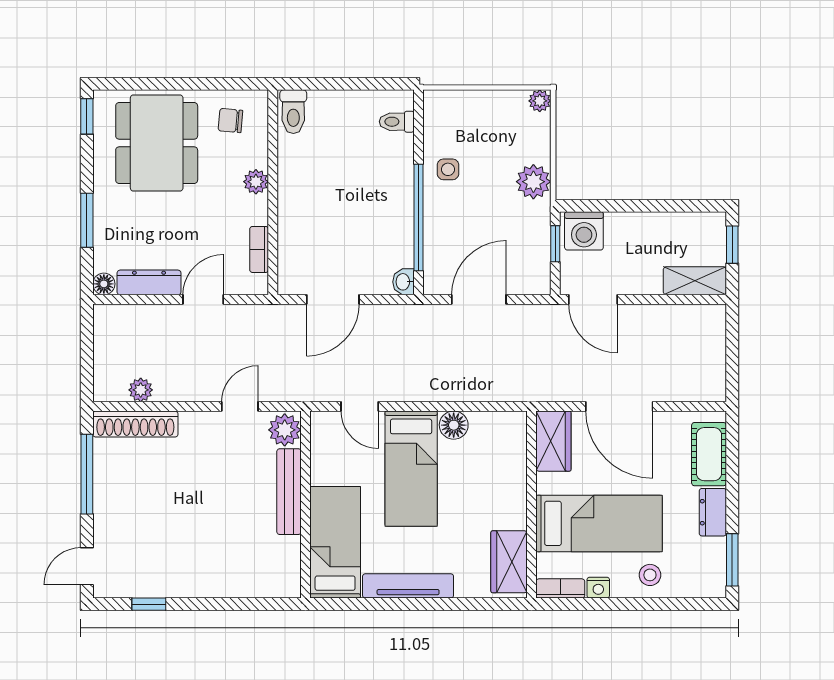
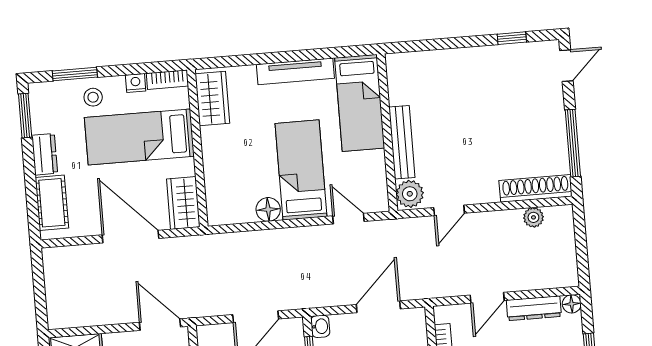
window: (669, 604) -> (75, 74), added

